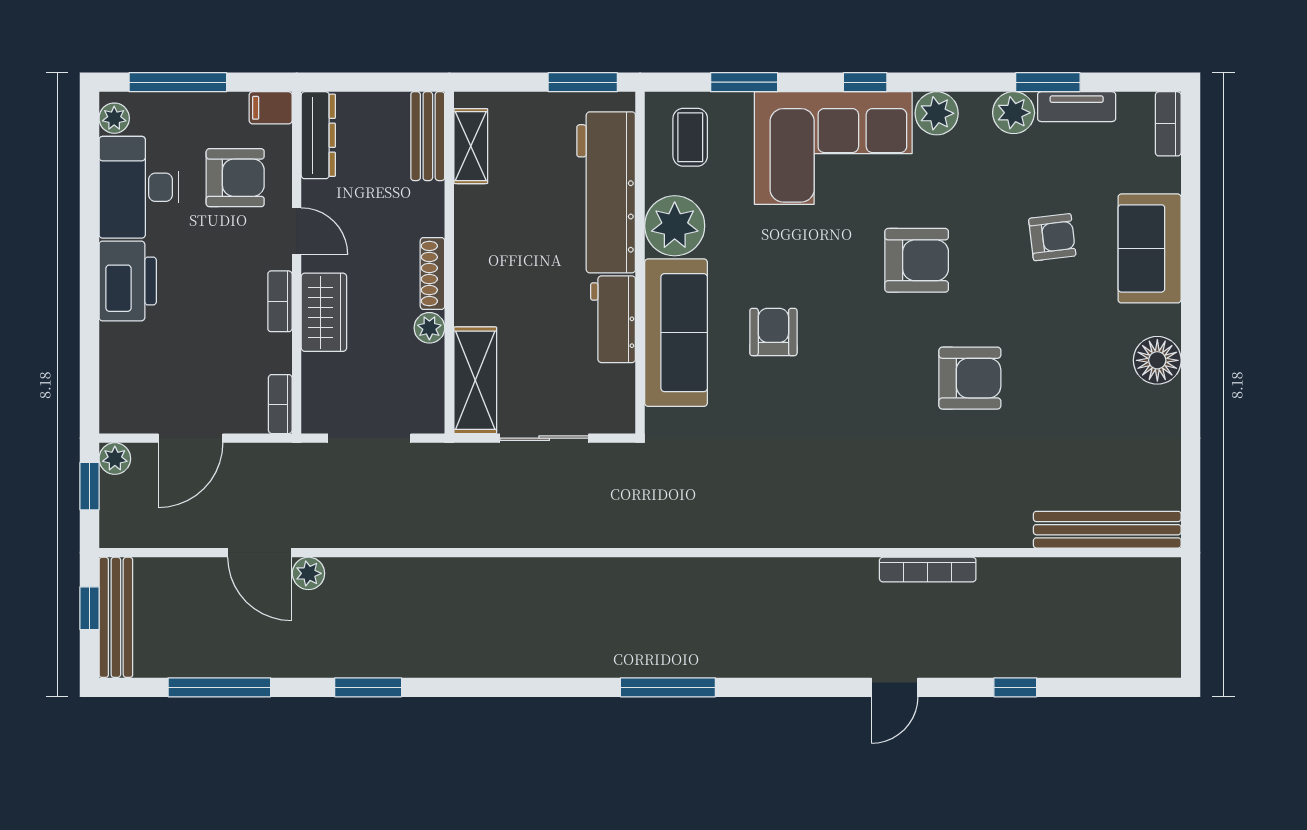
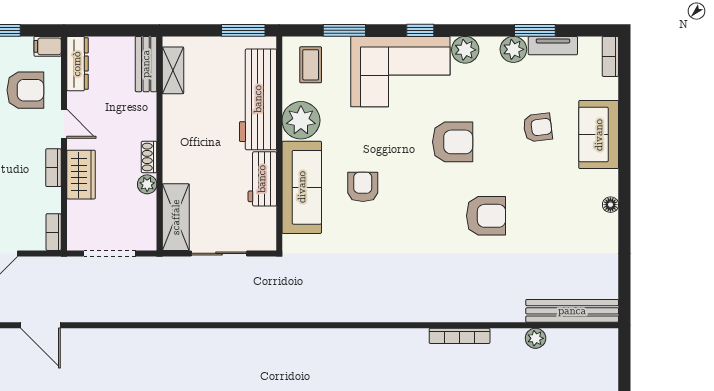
shoe rack: (432, 273) -> (149, 157), width x0.70
floor lamp: (1157, 360) -> (610, 205), width x0.53, depth x0.53
plant: (308, 573) -> (536, 338), moved

